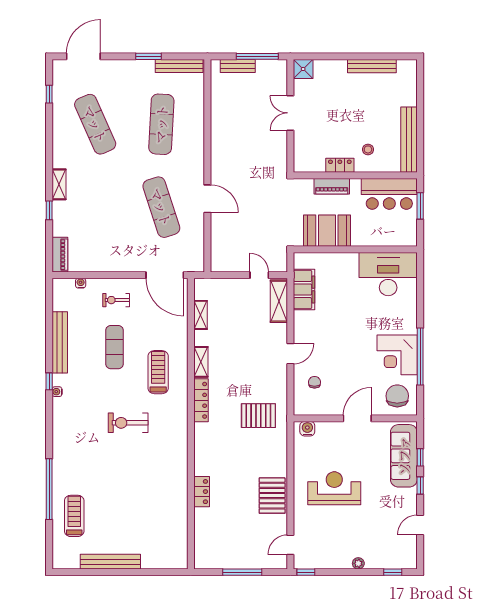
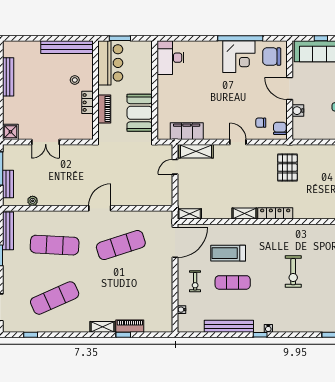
plant: (217, 97) -> (33, 201), added
door: (207, 199) -> (100, 208), moved
piano: (60, 255) -> (130, 326), moved
desk: (388, 274) -> (170, 58), width x0.73, depth x0.77
shelving: (200, 315) -> (190, 214), moved
treadmill: (158, 372) -> (228, 253), moved
chair: (307, 406) -> (280, 128), added
water cooler: (307, 429) -> (298, 111), moved

